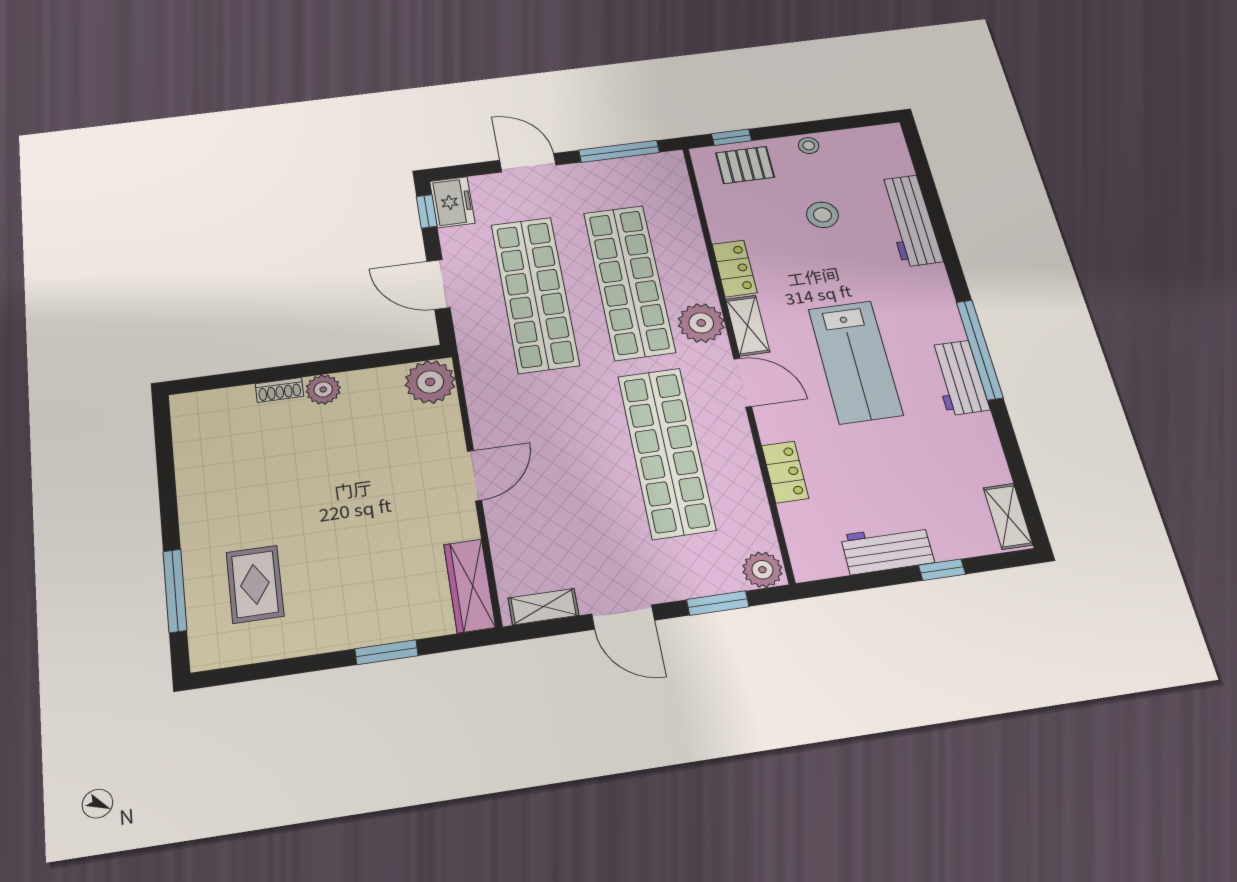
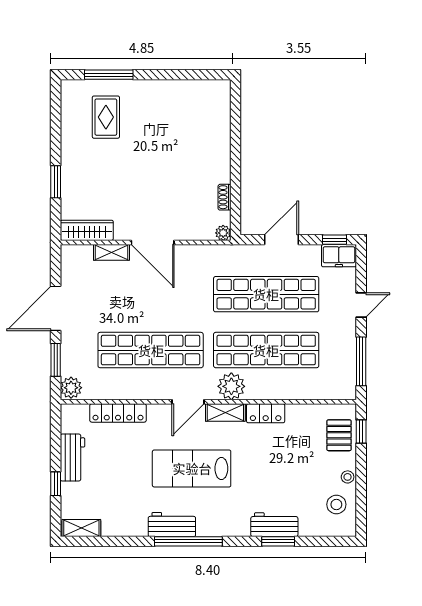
door: (528, 163) -> (361, 305), width x0.73
stool: (822, 215) -> (336, 504), moved
workbench: (910, 221) -> (274, 525), width x0.73
window: (940, 224) -> (278, 541), added
plant: (430, 382) -> (223, 233), width x0.53, depth x0.53
plant: (323, 389) -> (221, 166), removed
shoe rack: (280, 390) -> (225, 197), moved
locker: (785, 472) -> (118, 413), width x1.53
door: (474, 476) -> (153, 242), width x1.36
rug: (255, 584) -> (106, 117), turned 90
shelving: (543, 607) -> (111, 252), moved, turned 90
door: (623, 617) -> (56, 308), width x1.36

